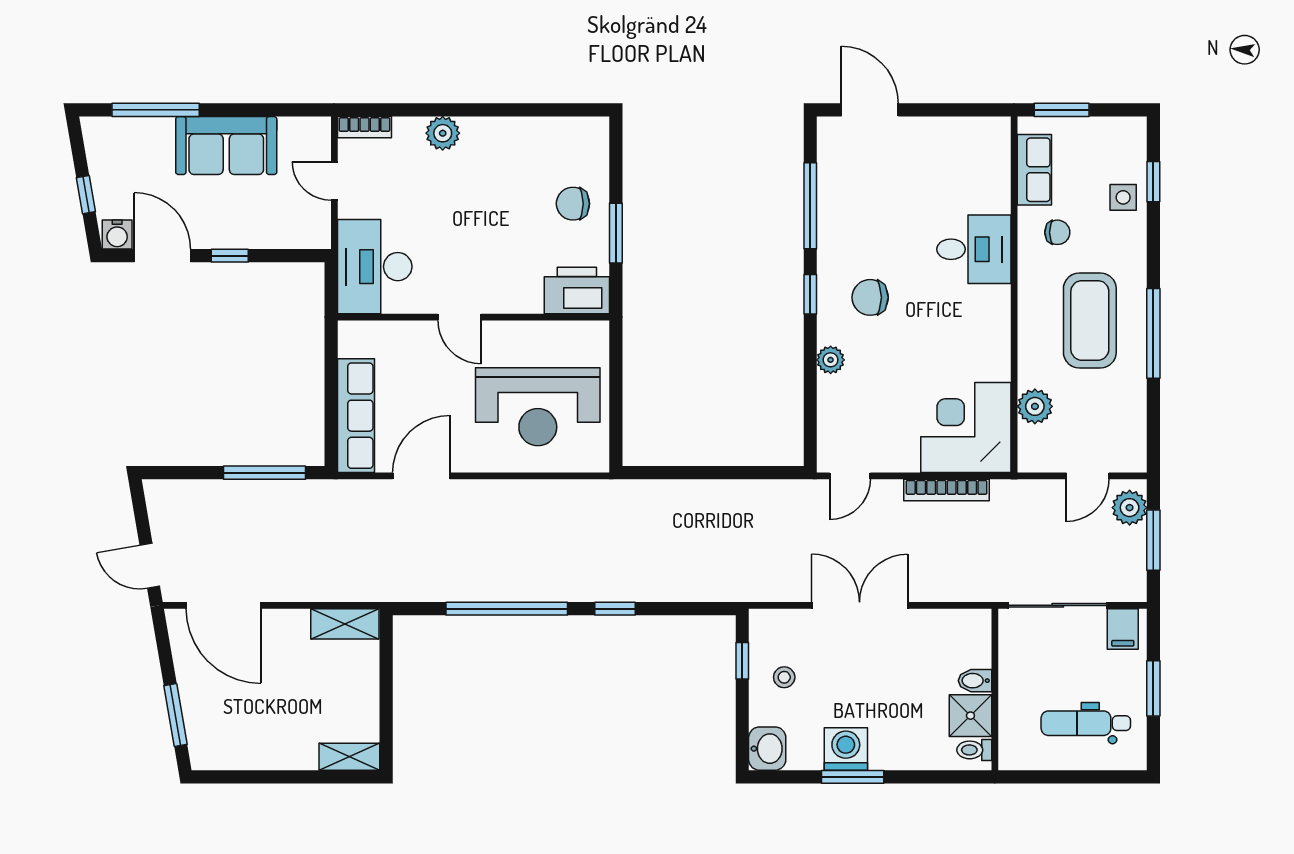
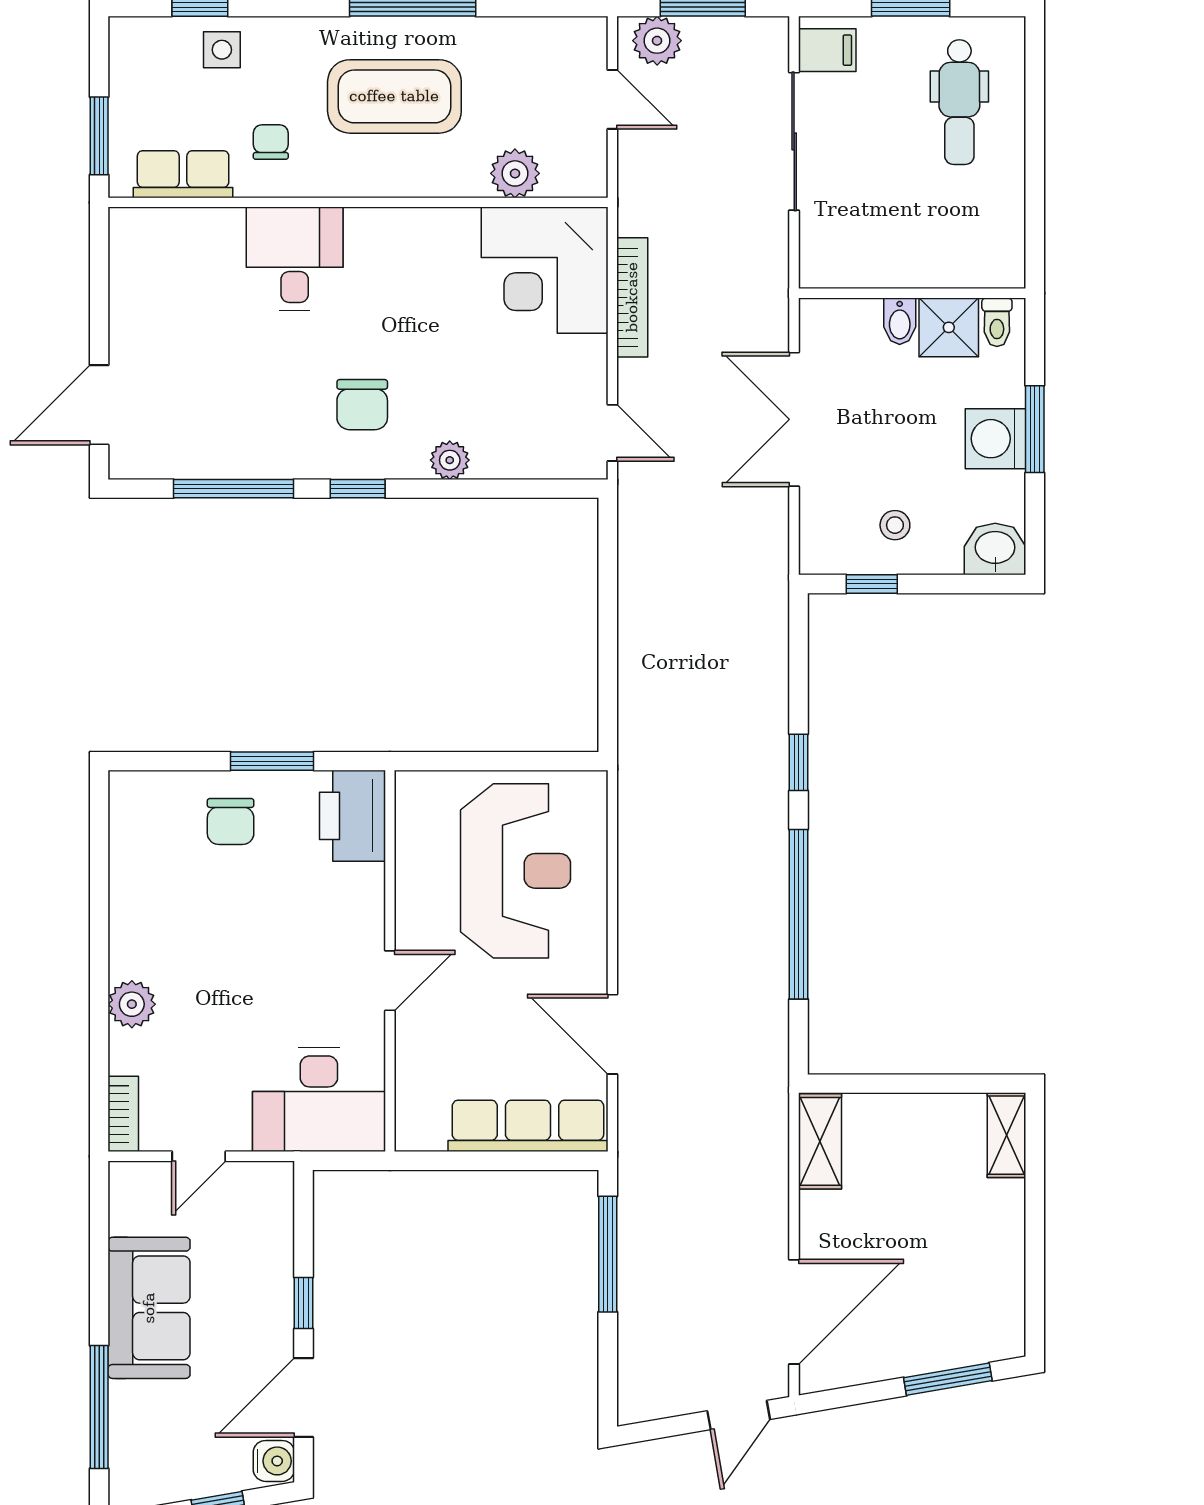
bidet: (975, 681) -> (900, 321), moved
wall: (995, 689) -> (912, 293), moved
shower: (970, 716) -> (949, 327), moved
toilet: (974, 750) -> (997, 322), moved

